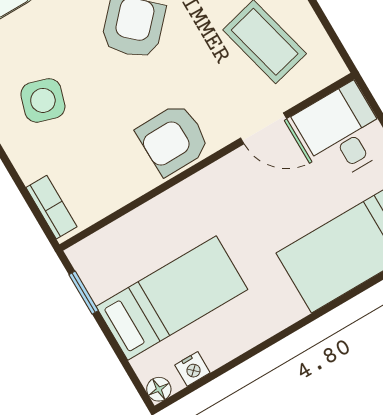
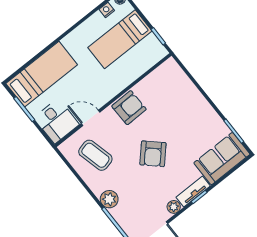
side table: (43, 100) -> (187, 117), removed
bookcase: (52, 207) -> (177, 71), removed

